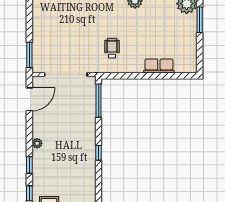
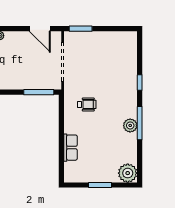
window: (200, 20) -> (100, 185), moved

